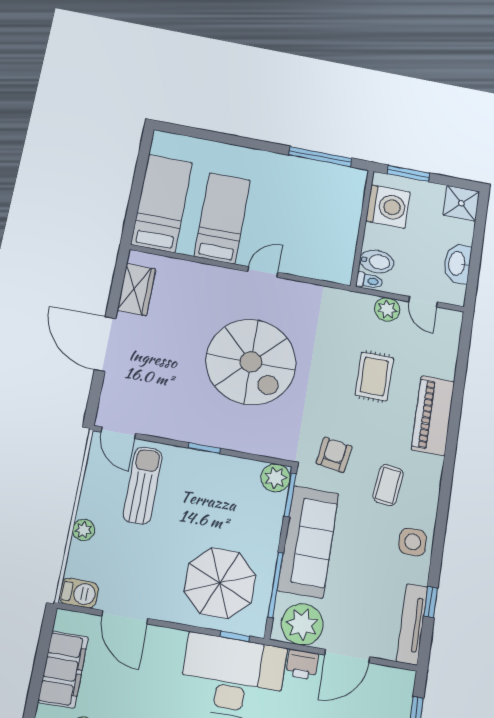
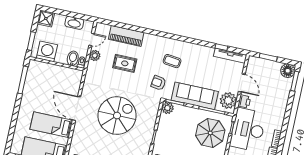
door: (263, 272) -> (77, 108), width x1.87
piano: (433, 416) -> (126, 36), moved
side table: (413, 542) -> (196, 53), removed

